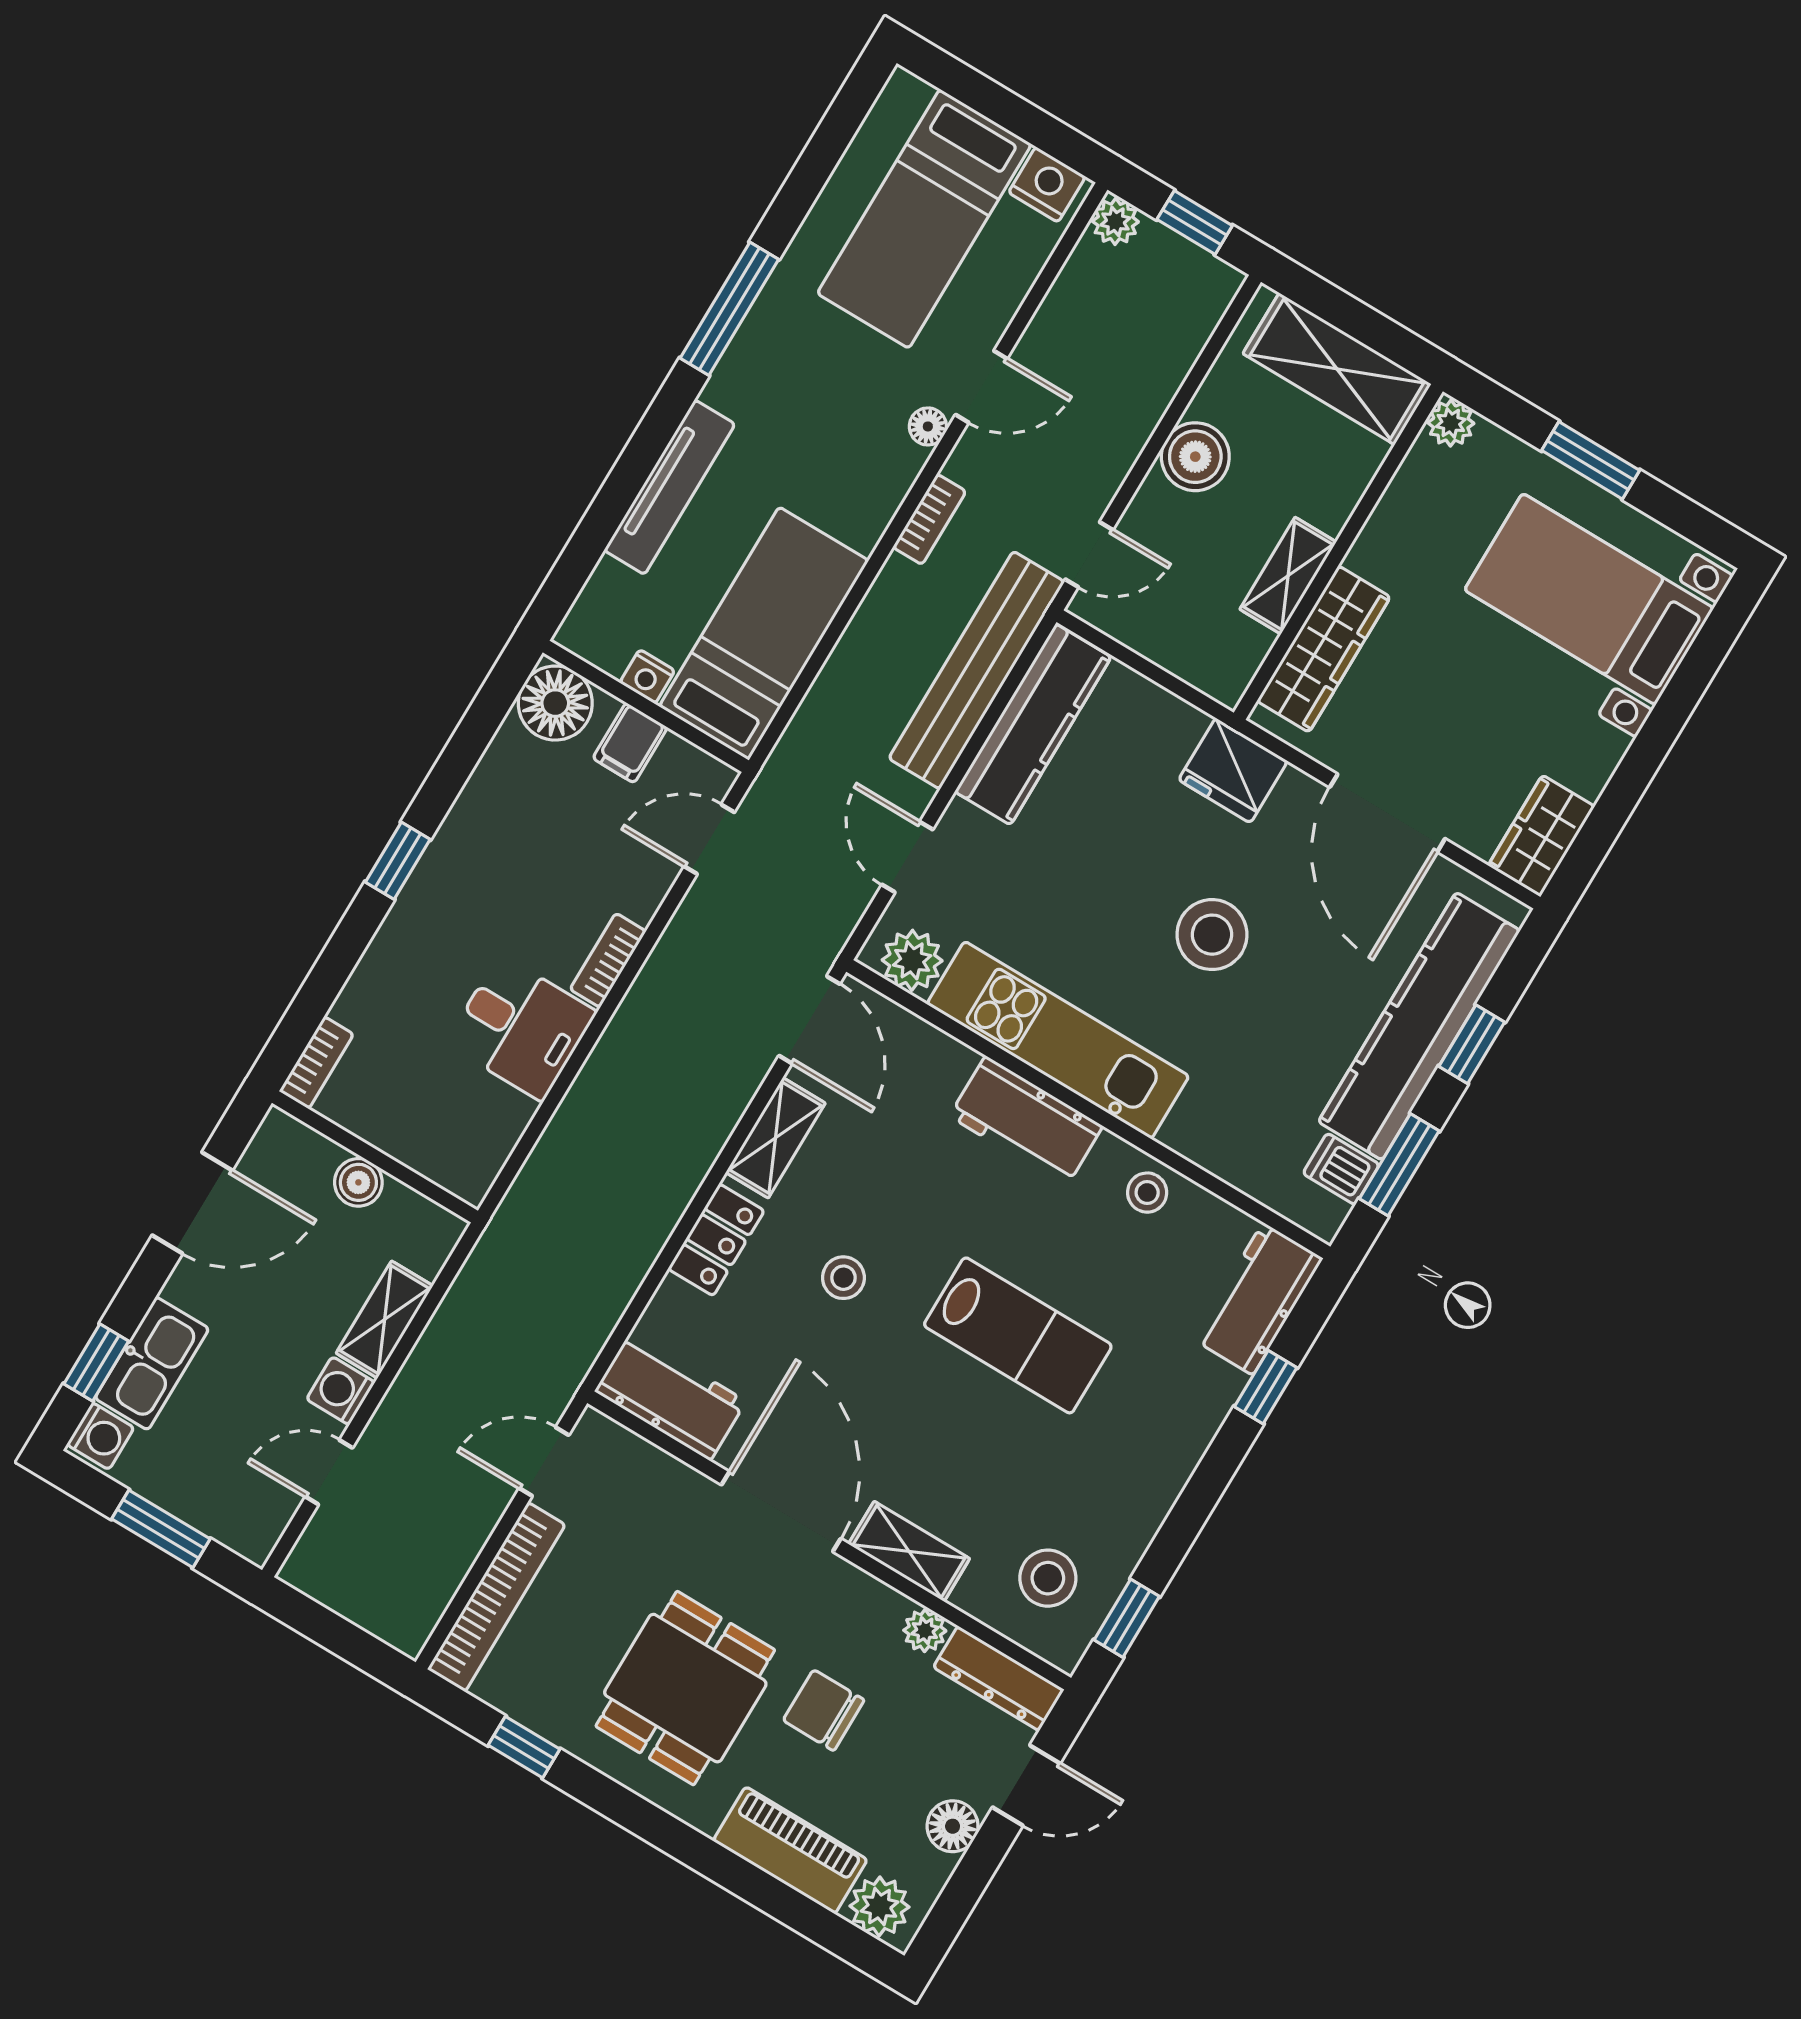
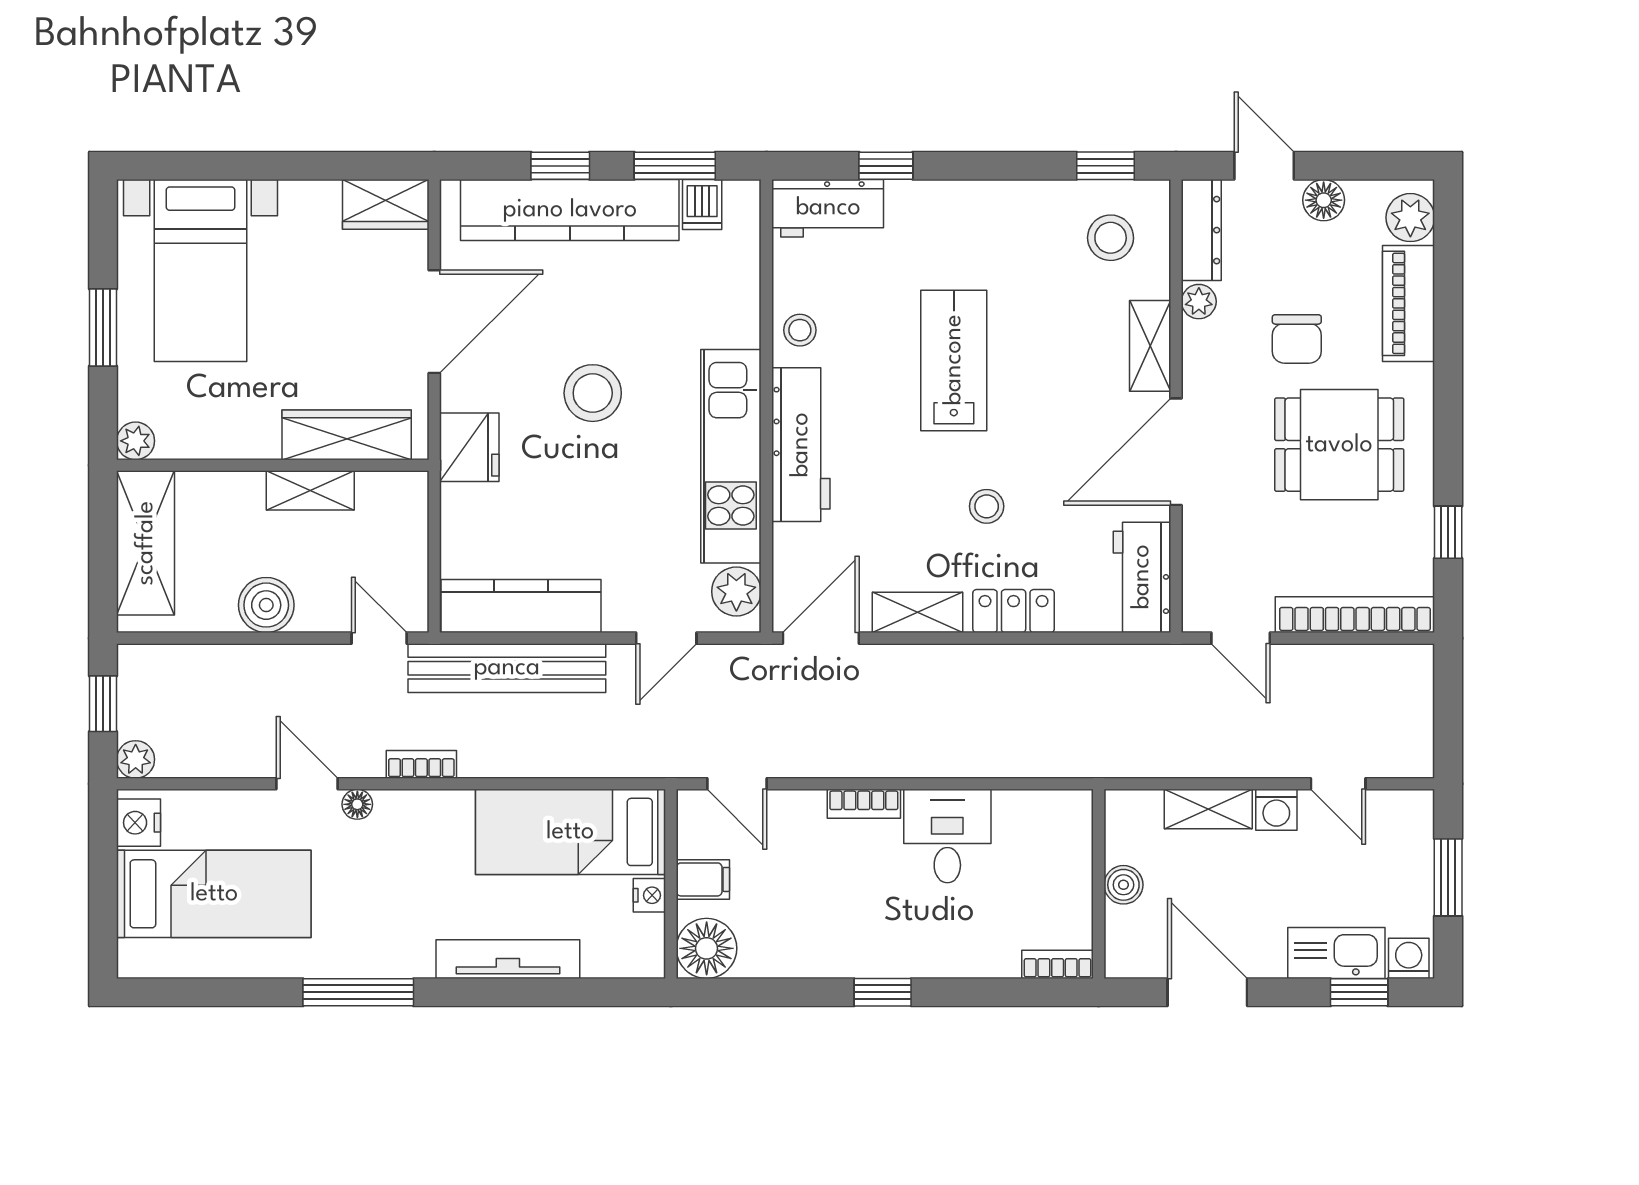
workbench: (1026, 1121) -> (801, 445), width x1.37

